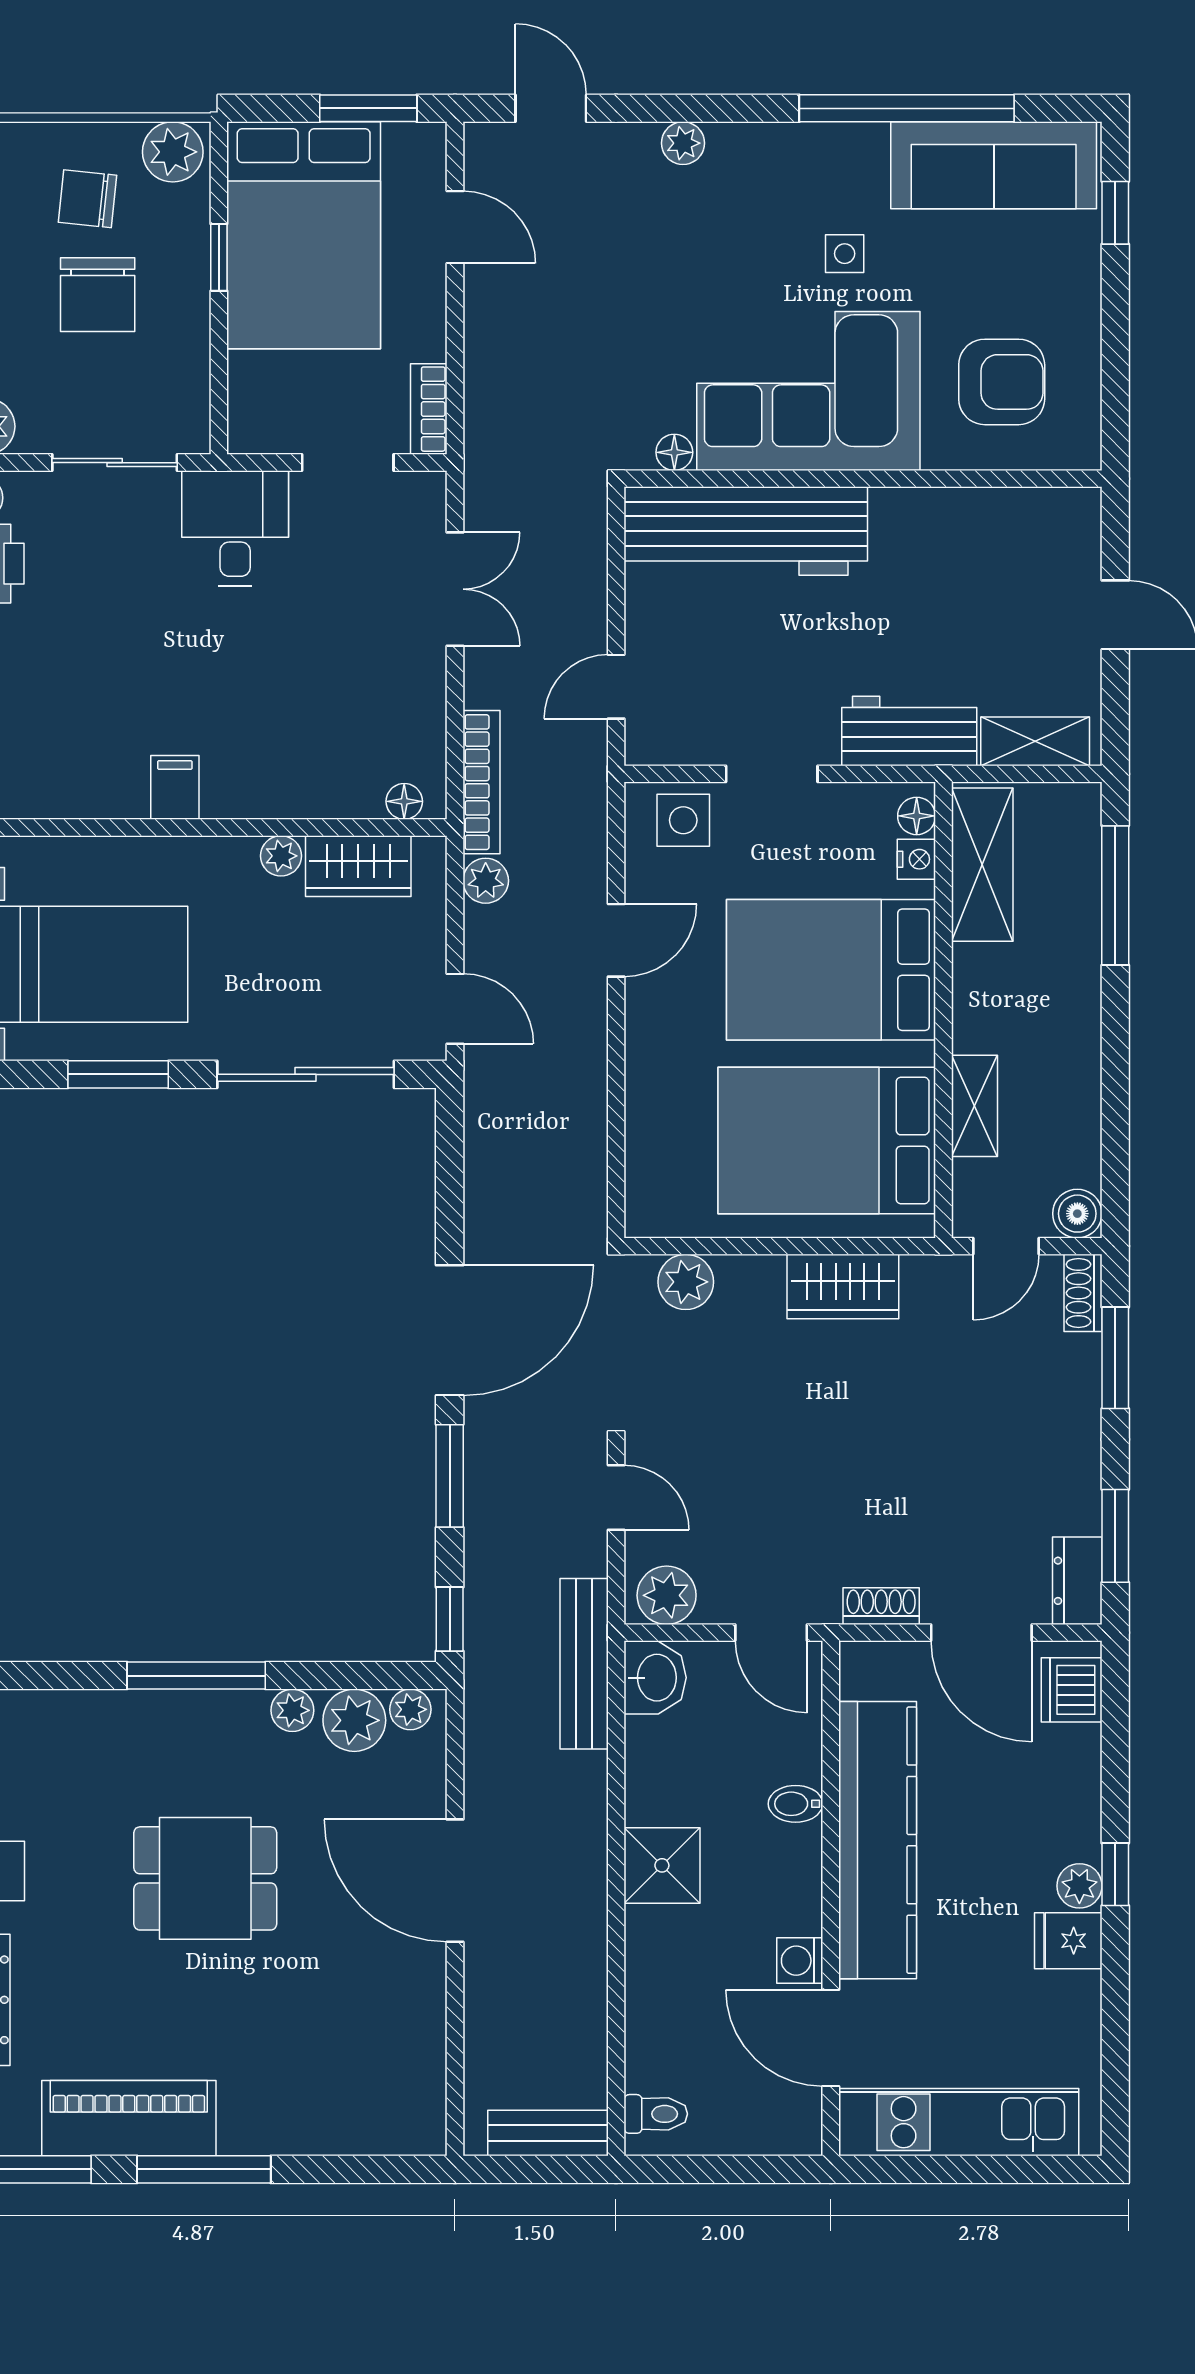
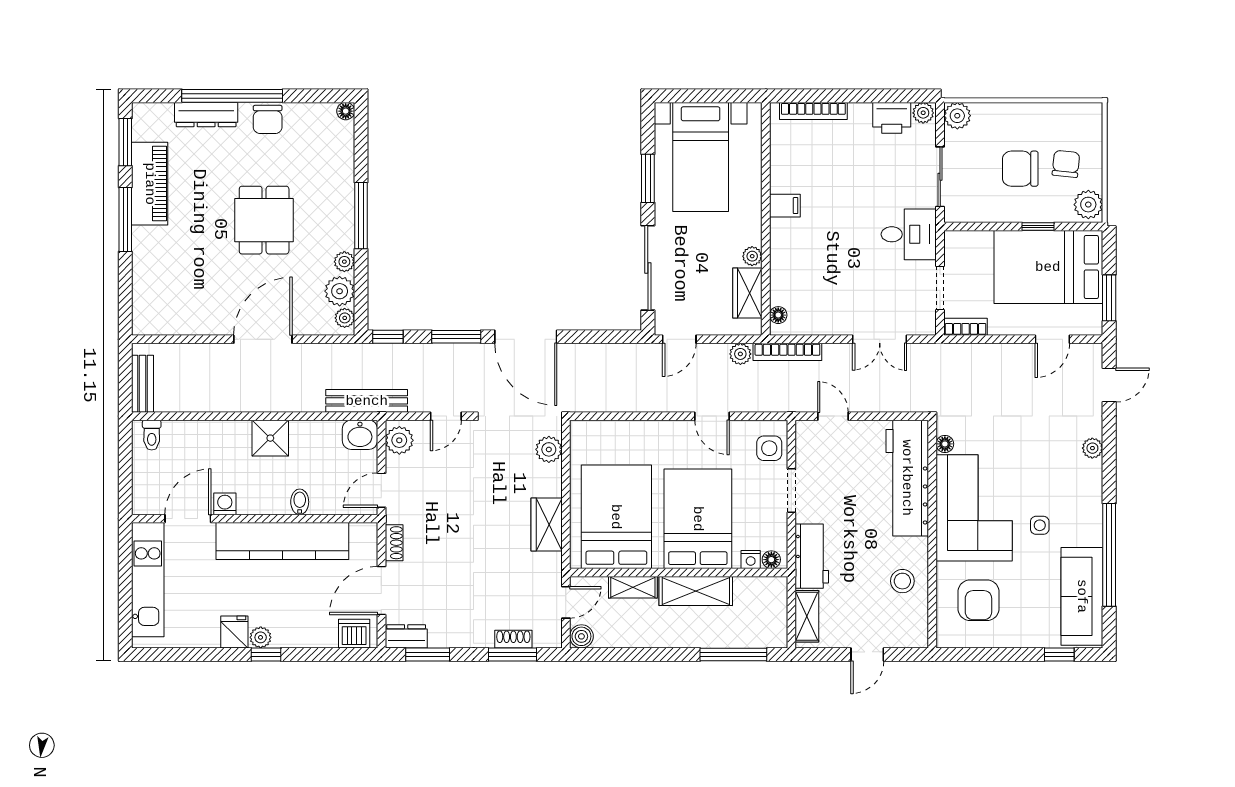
stool: (962, 541) -> (902, 581), added
shelving: (982, 865) -> (696, 591), moved
door: (1006, 1246) -> (566, 602), swing flipped
shoe rack: (1083, 1293) -> (513, 639), moved

